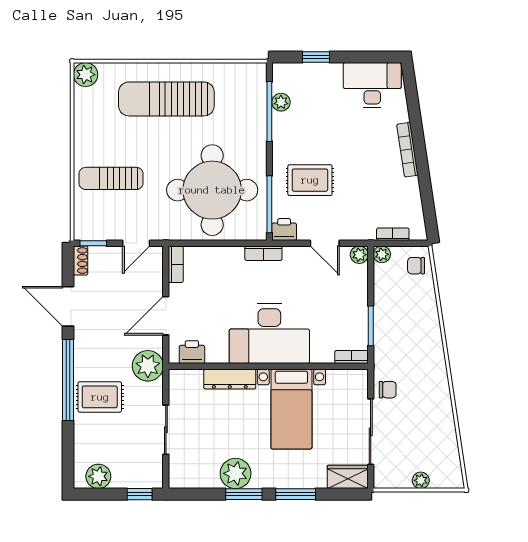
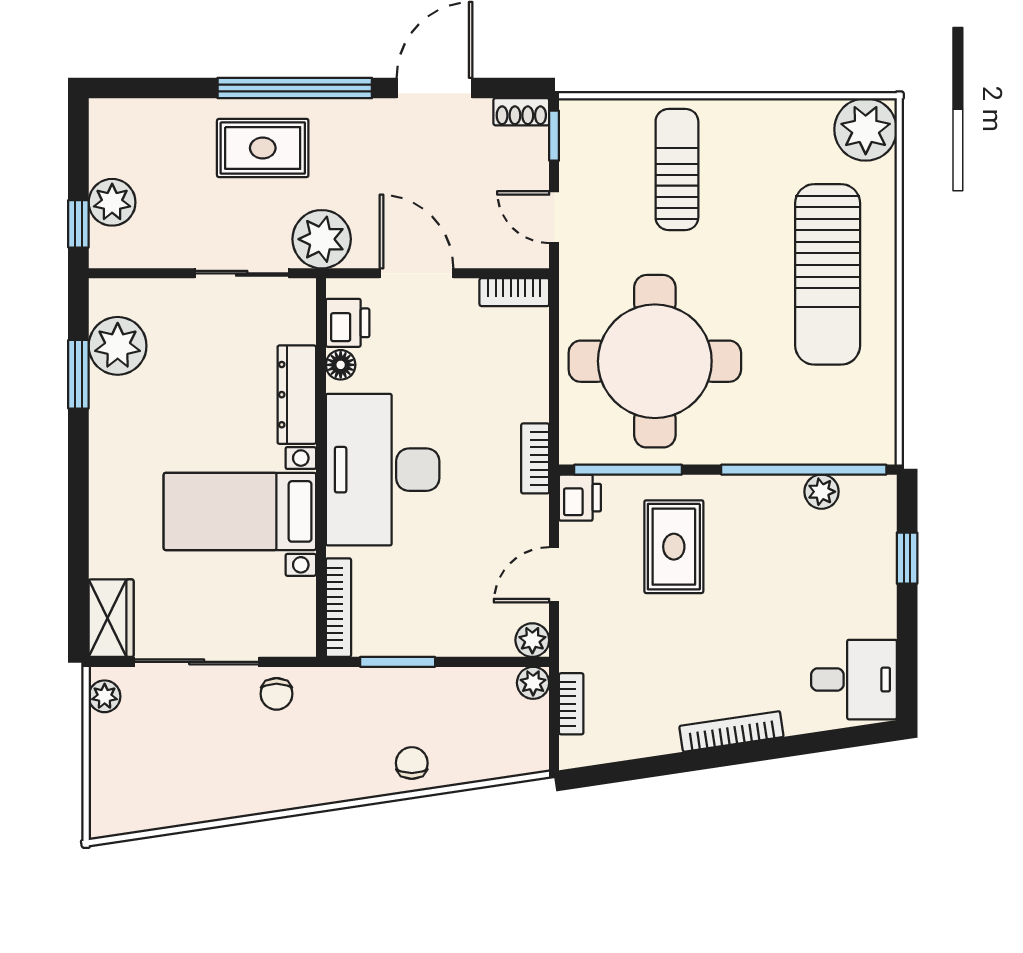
plant: (86, 75) -> (866, 129), width x1.36, depth x1.36
desk: (372, 85) -> (854, 680), width x0.73
sun lounger: (166, 99) -> (828, 274), turned 180
window: (269, 112) -> (804, 470), width x1.46
chair: (416, 266) -> (412, 763), moved
floor lamp: (214, 356) -> (341, 365), added
bookcase: (352, 357) -> (338, 608), width x1.56
rug: (100, 397) -> (263, 148), turned 90
sliding door: (166, 430) -> (242, 273), moved
plant: (236, 473) -> (118, 346), moved
plant: (98, 476) -> (112, 202), moved
plant: (421, 480) -> (105, 696), moved
window: (244, 494) -> (78, 374), moved
window: (296, 494) -> (78, 519), removed

